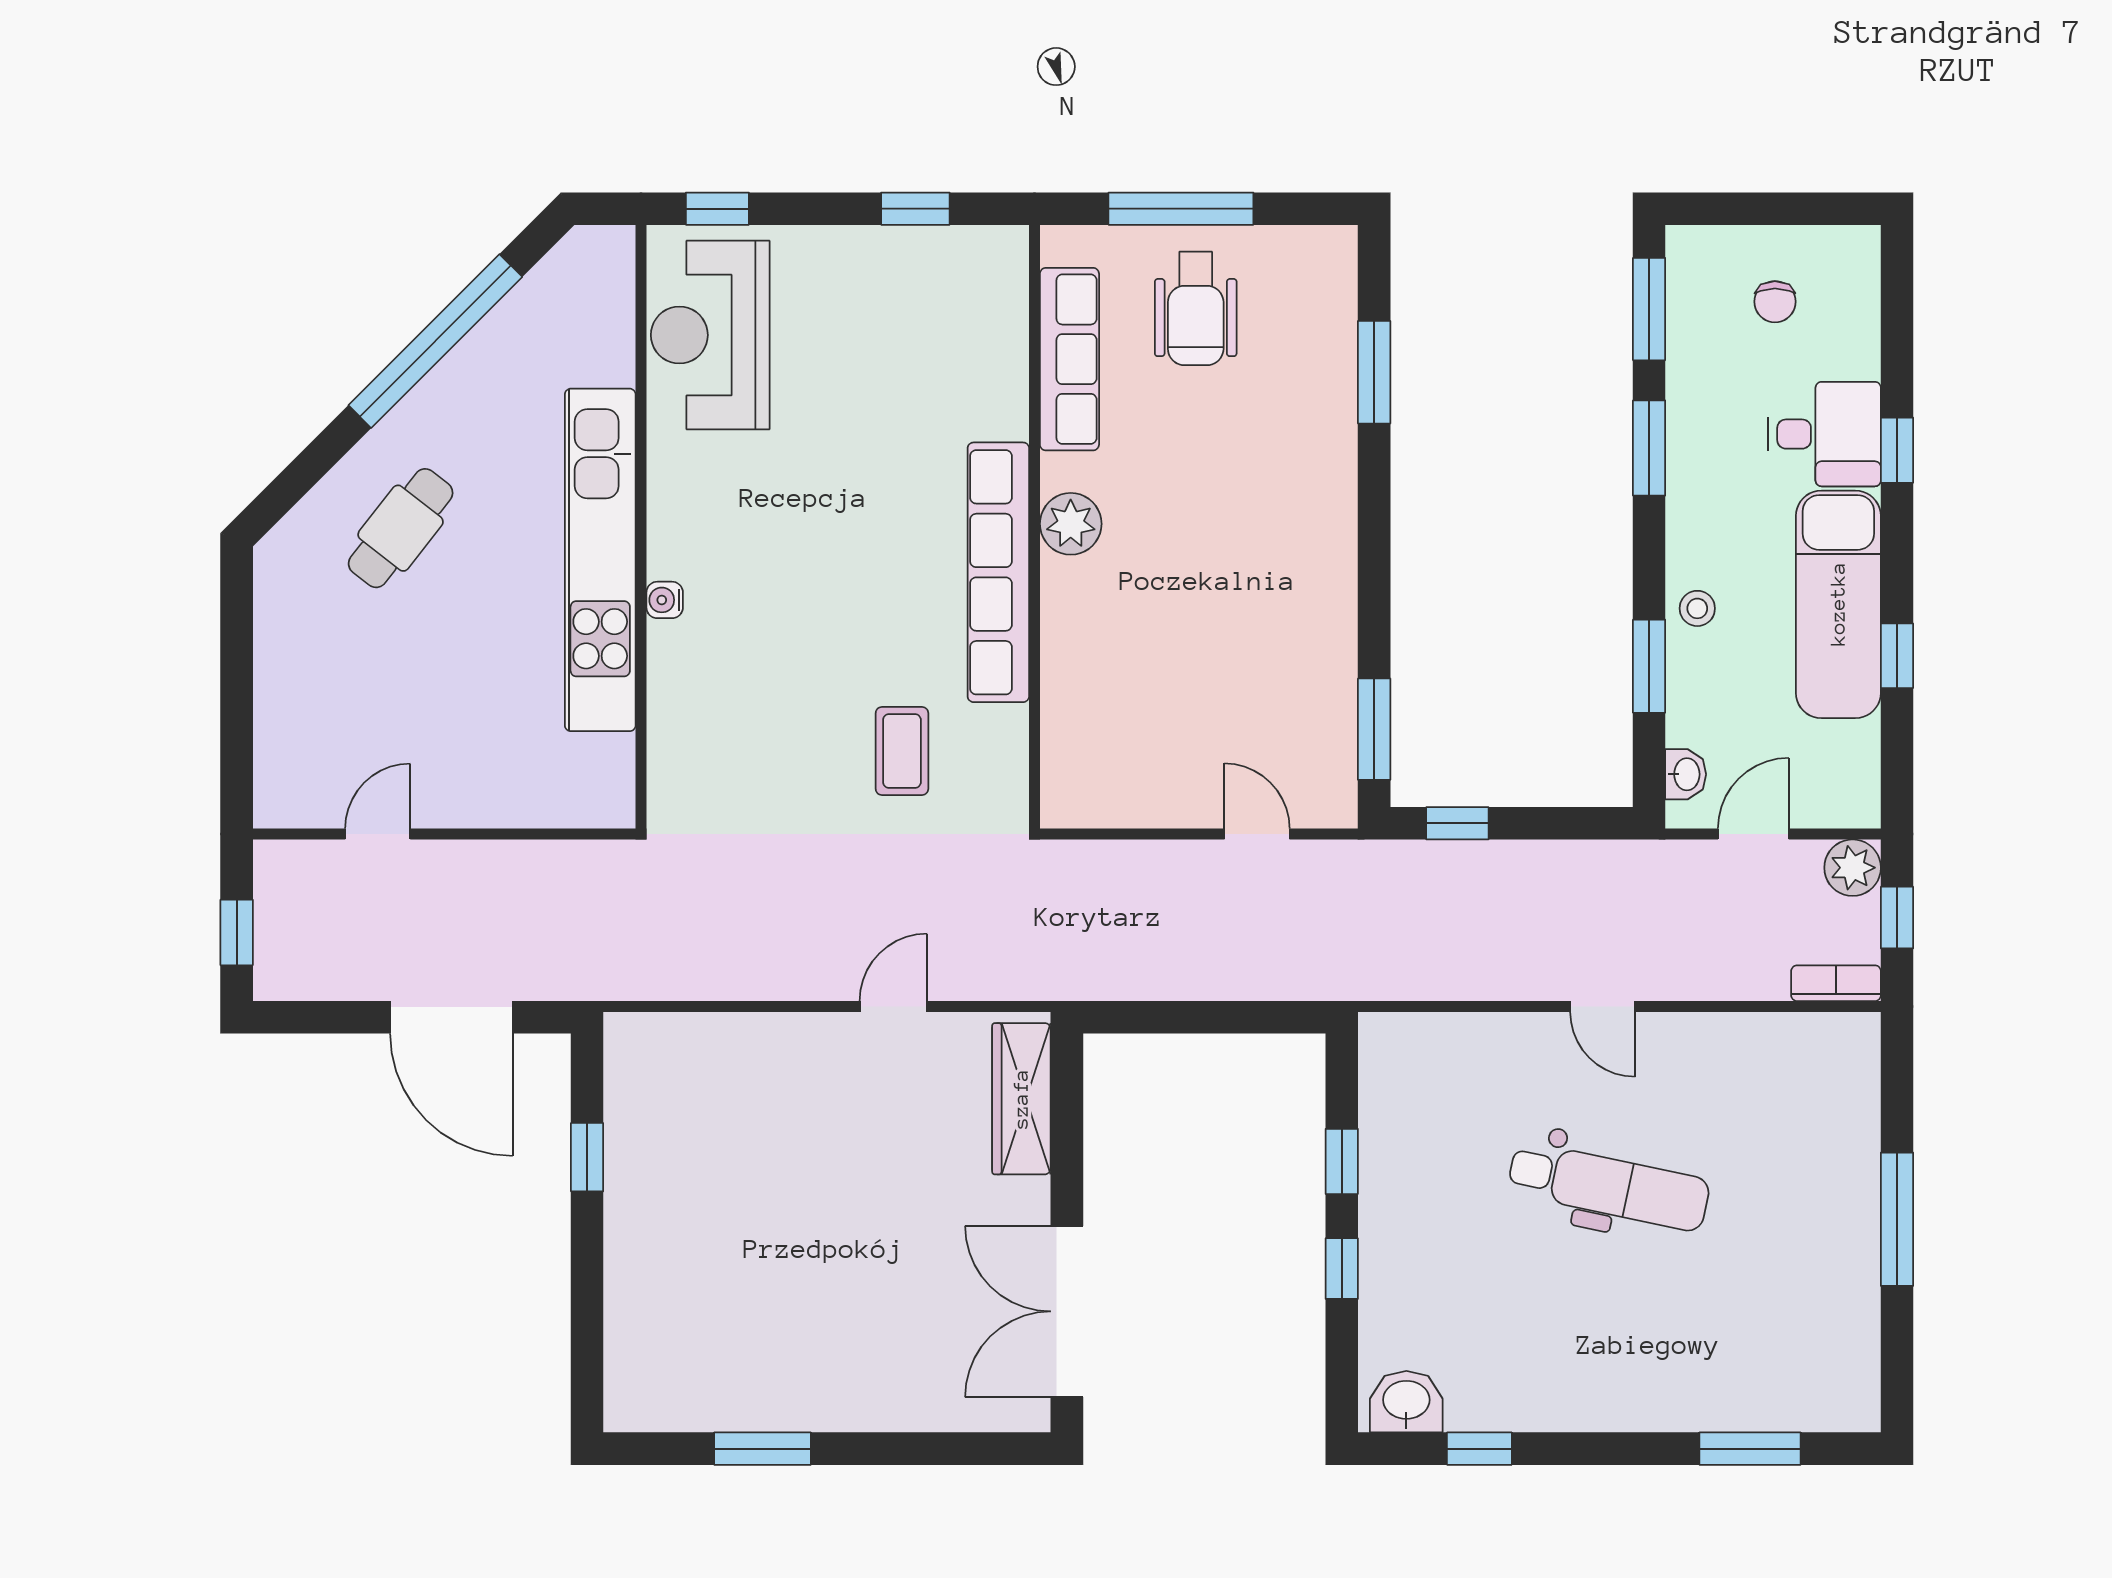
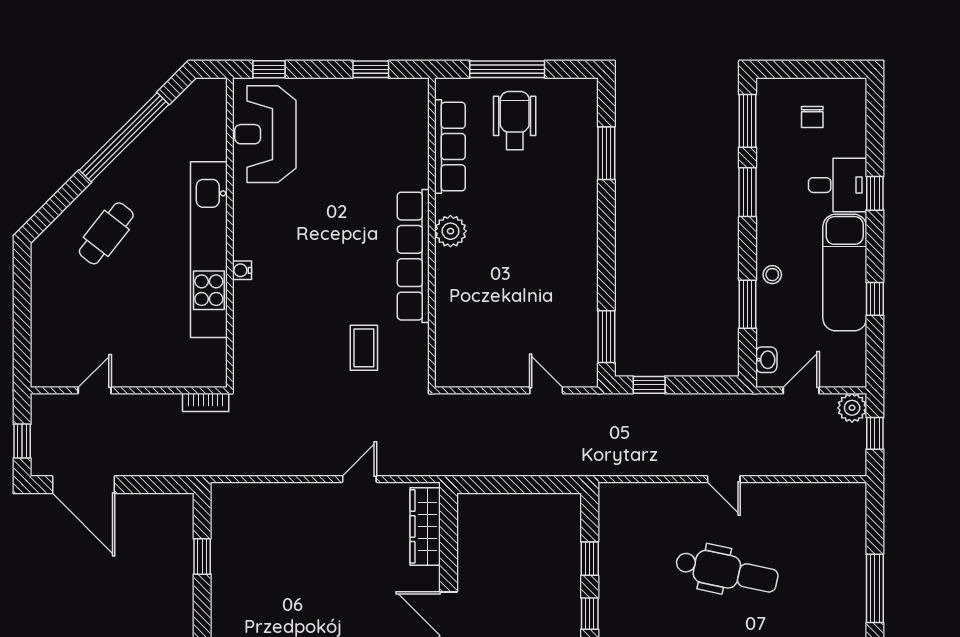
wheelchair: (1196, 308) -> (515, 121), turned 180
bookcase: (1836, 983) -> (206, 402), moved, turned 180
door: (451, 1017) -> (84, 485), moved

